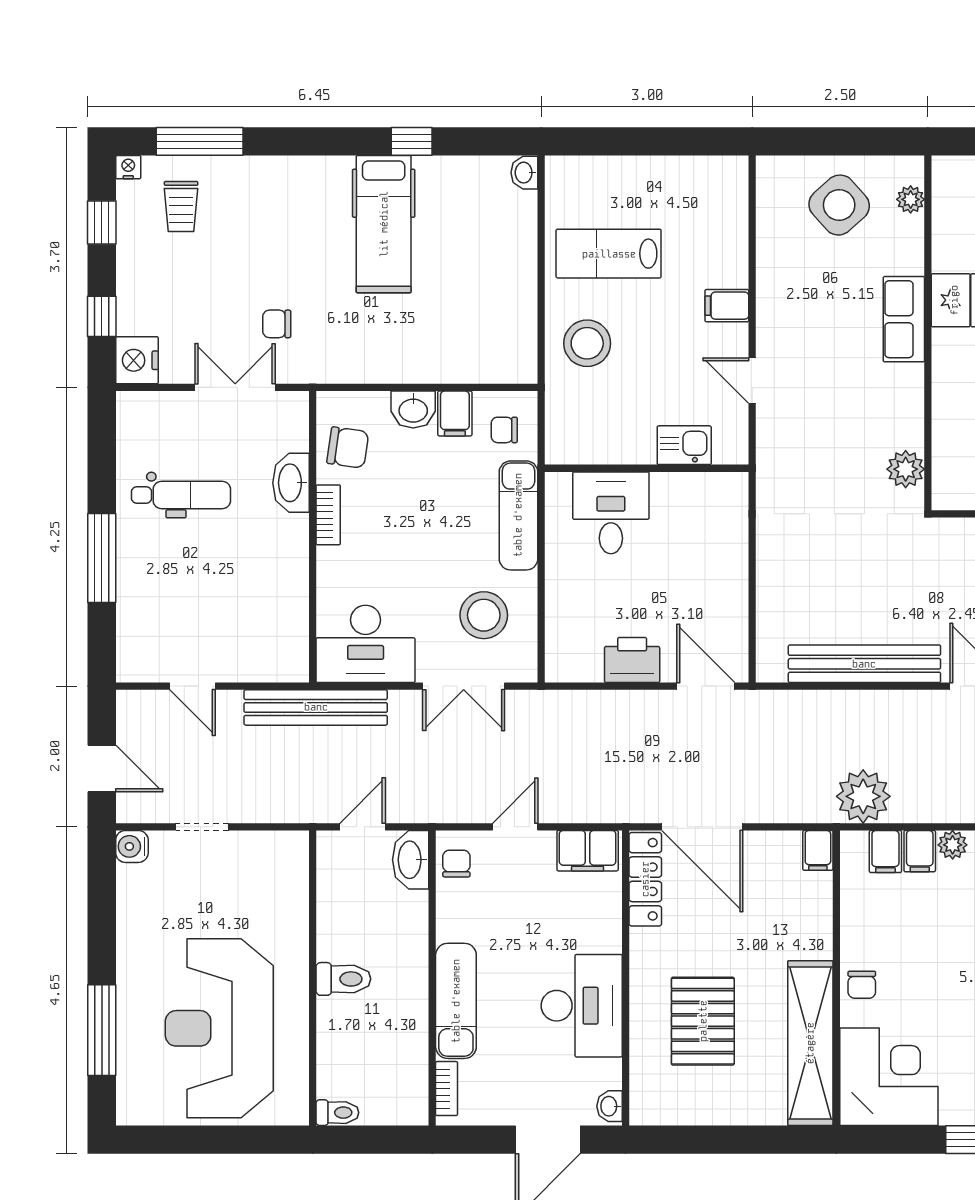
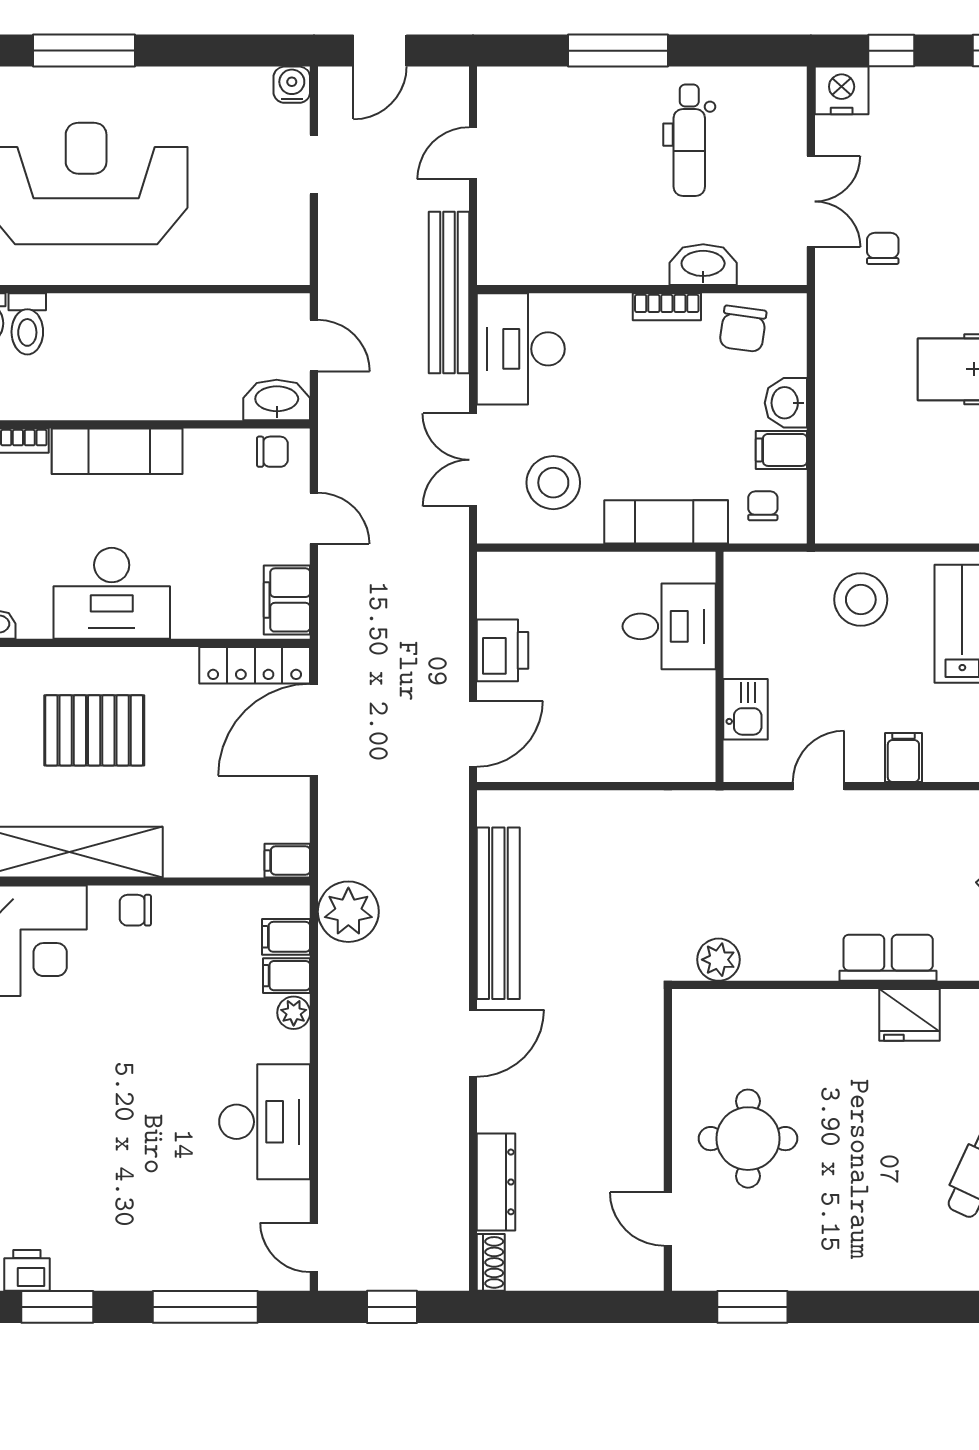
toilet: (343, 979) -> (27, 324), moved

